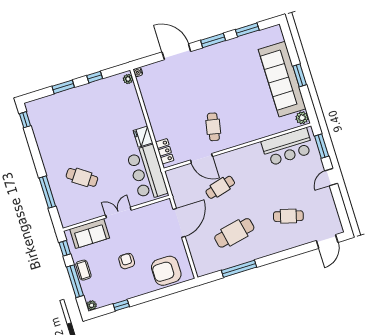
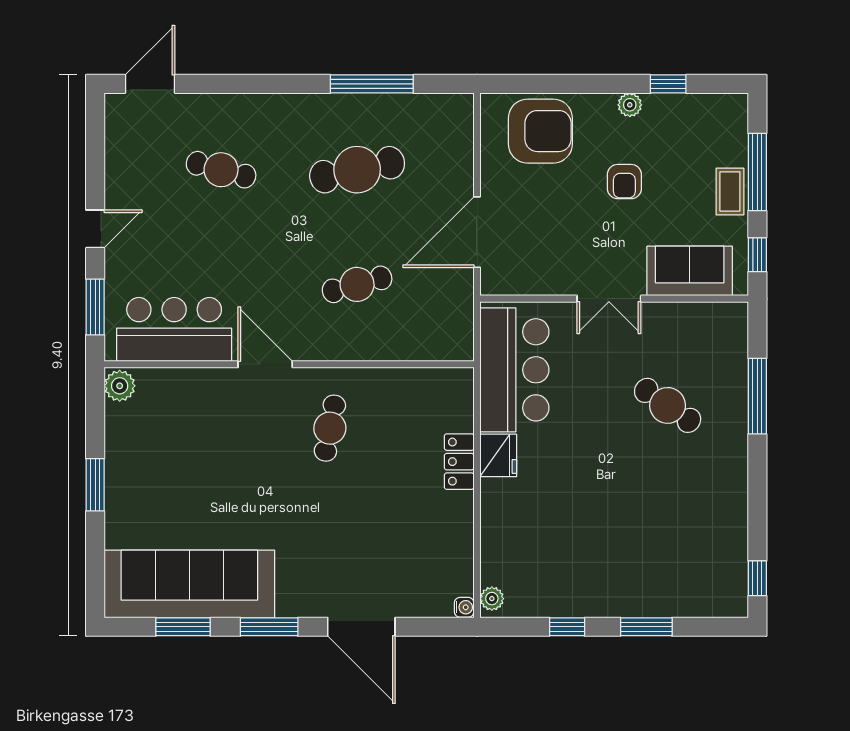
sofa: (282, 79) -> (189, 584), moved, turned -90
locker: (165, 151) -> (459, 462), moved
door: (201, 158) -> (265, 364), moved
plant: (92, 305) -> (630, 105), moved

